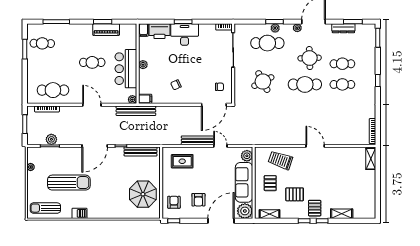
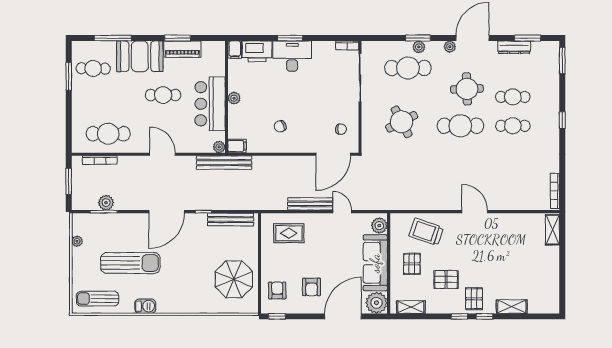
booth: (76, 35) -> (140, 56), added

